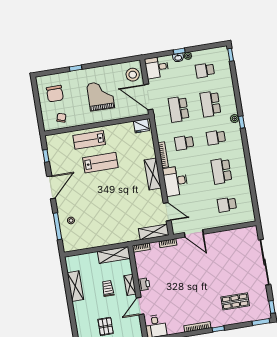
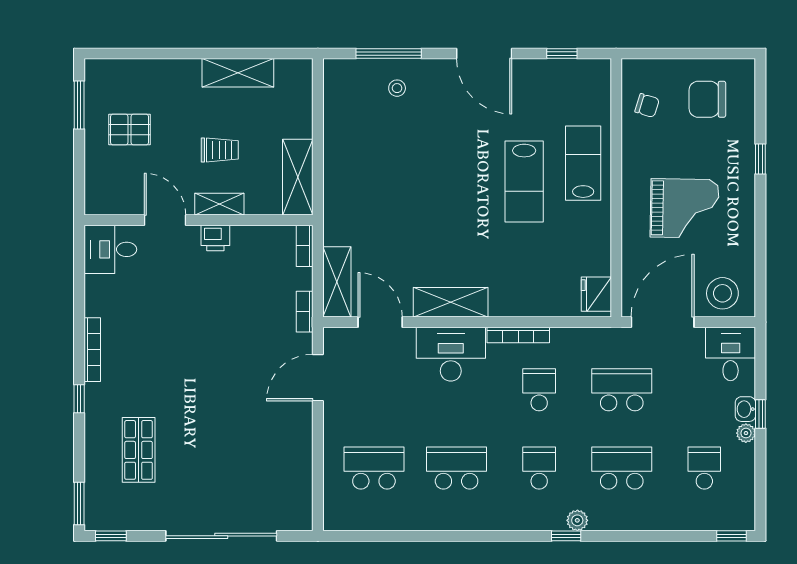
shelving: (153, 174) -> (451, 302), moved
school desk: (227, 205) -> (374, 468), width x1.85
door: (167, 212) -> (380, 322), swing flipped

